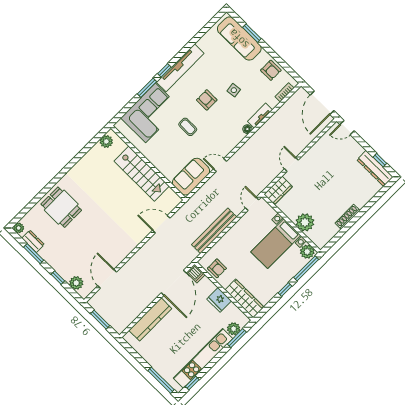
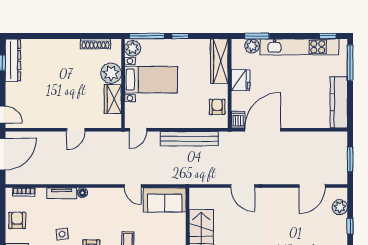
wardrobe: (278, 190) -> (113, 99), moved, turned -90
shoe rack: (347, 217) -> (96, 44), moved
door: (161, 224) -> (243, 186), moved
kitchen counter: (150, 319) -> (339, 102), moved, turned -90

